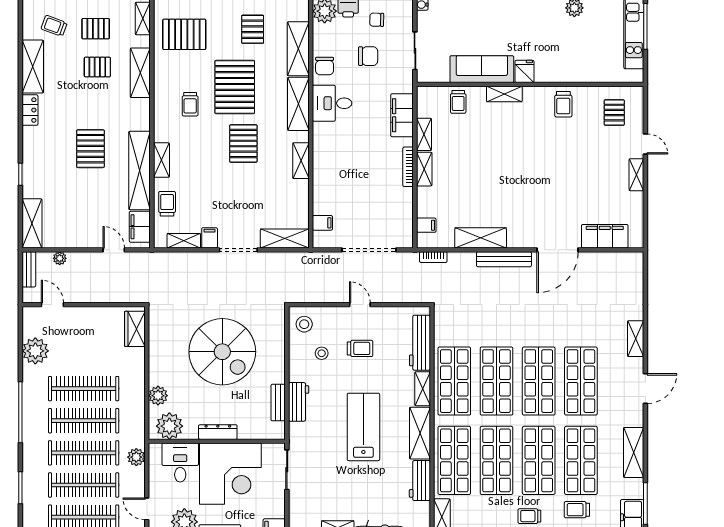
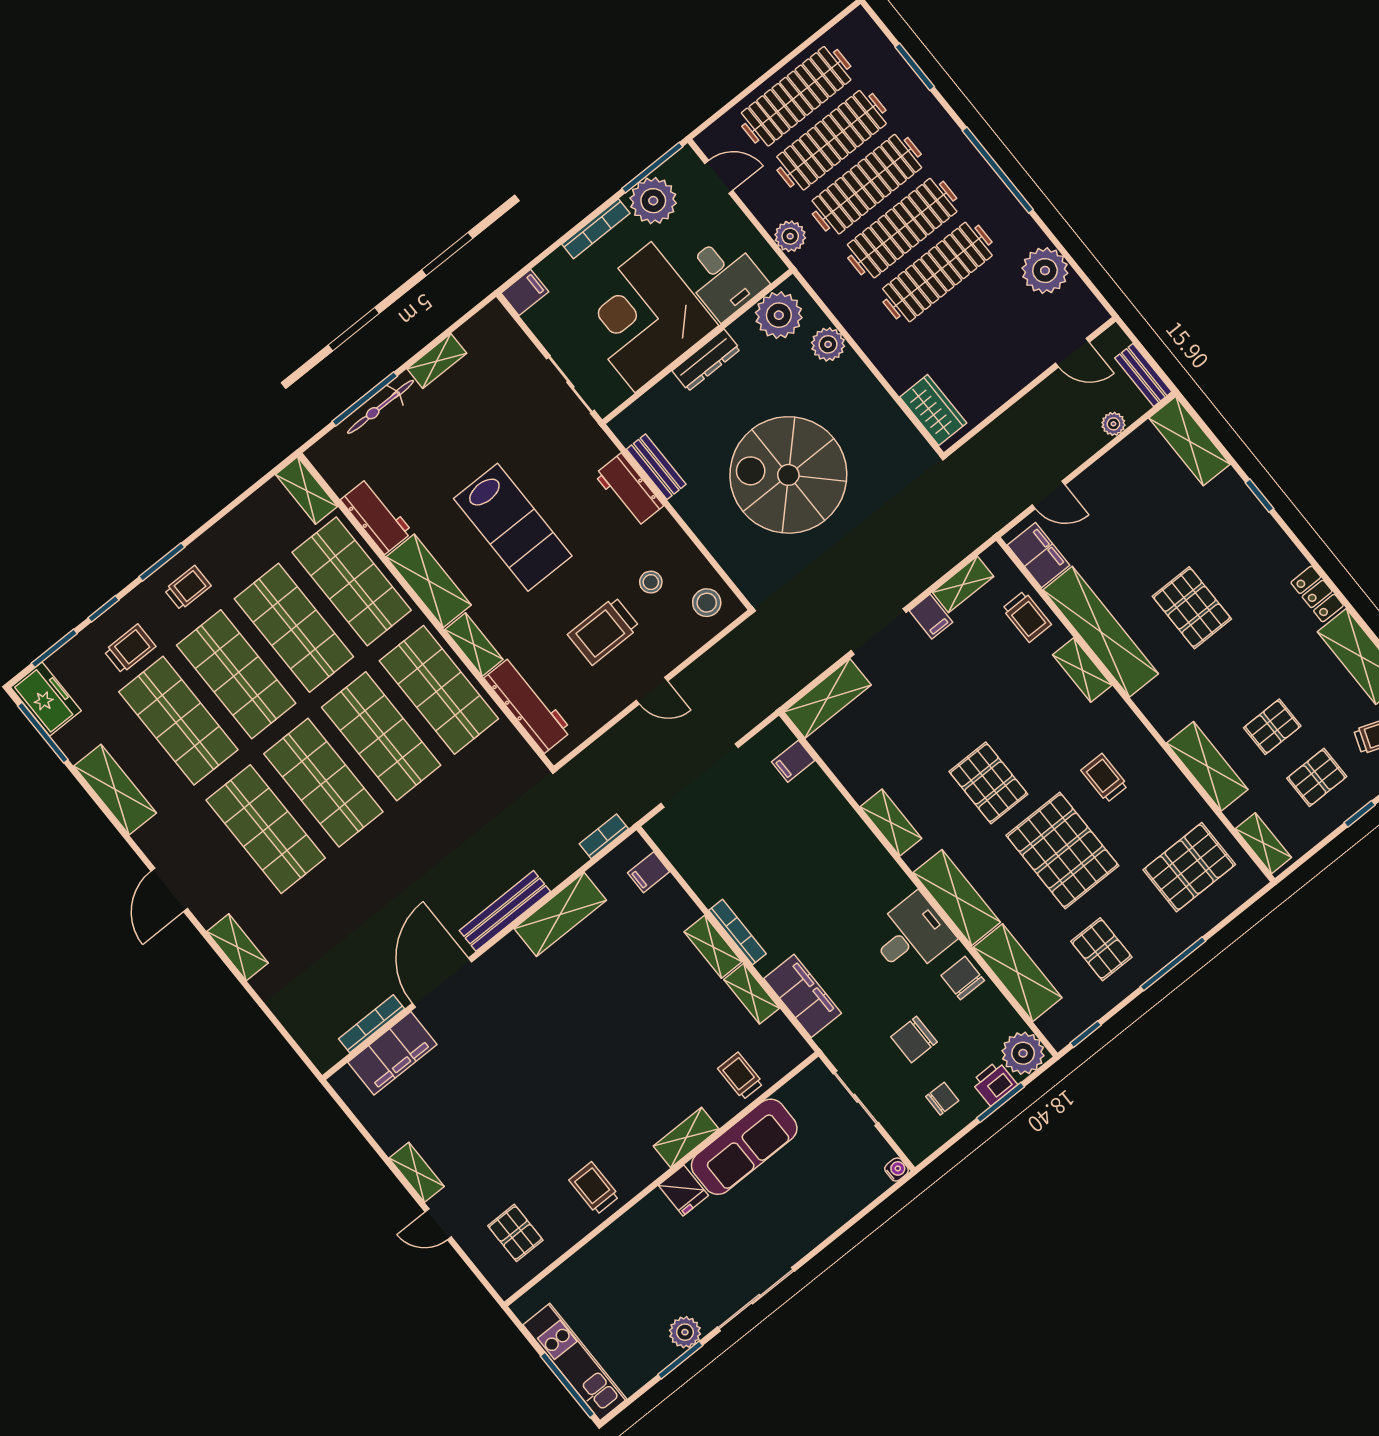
bookcase: (603, 257) -> (372, 1024), added
trolley: (360, 348) -> (604, 631), width x1.36, depth x1.39

